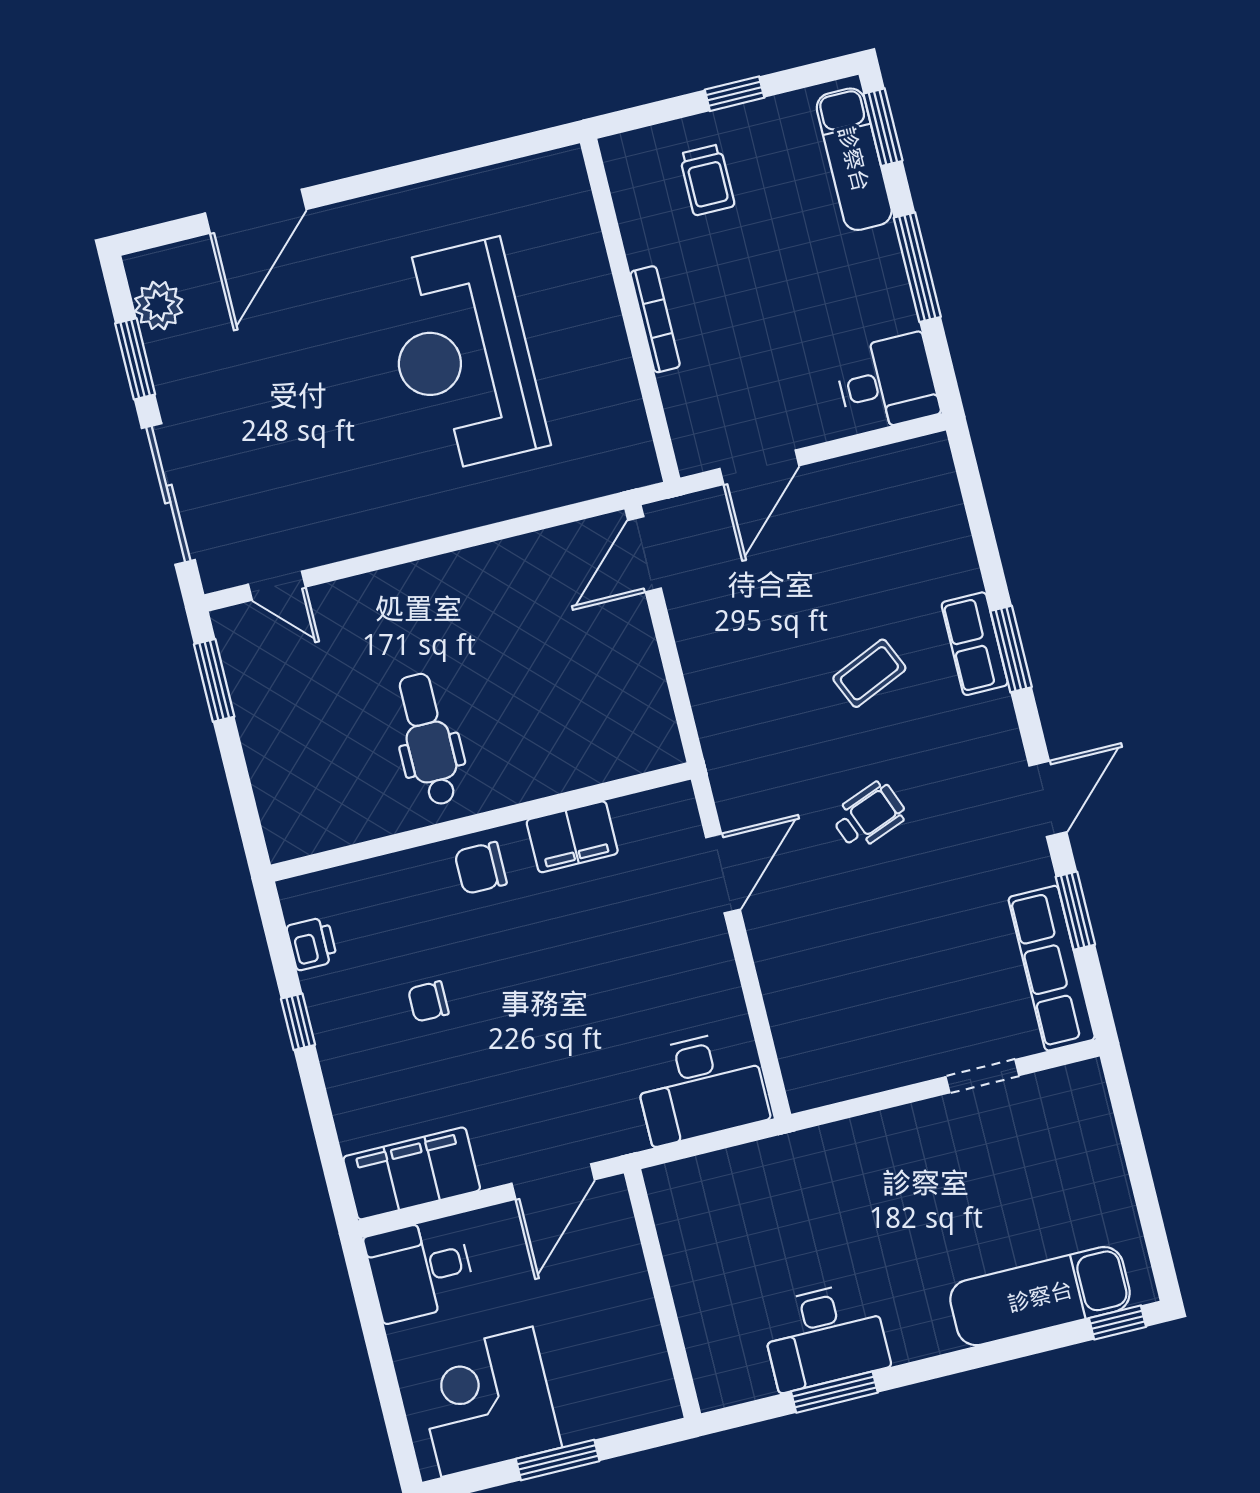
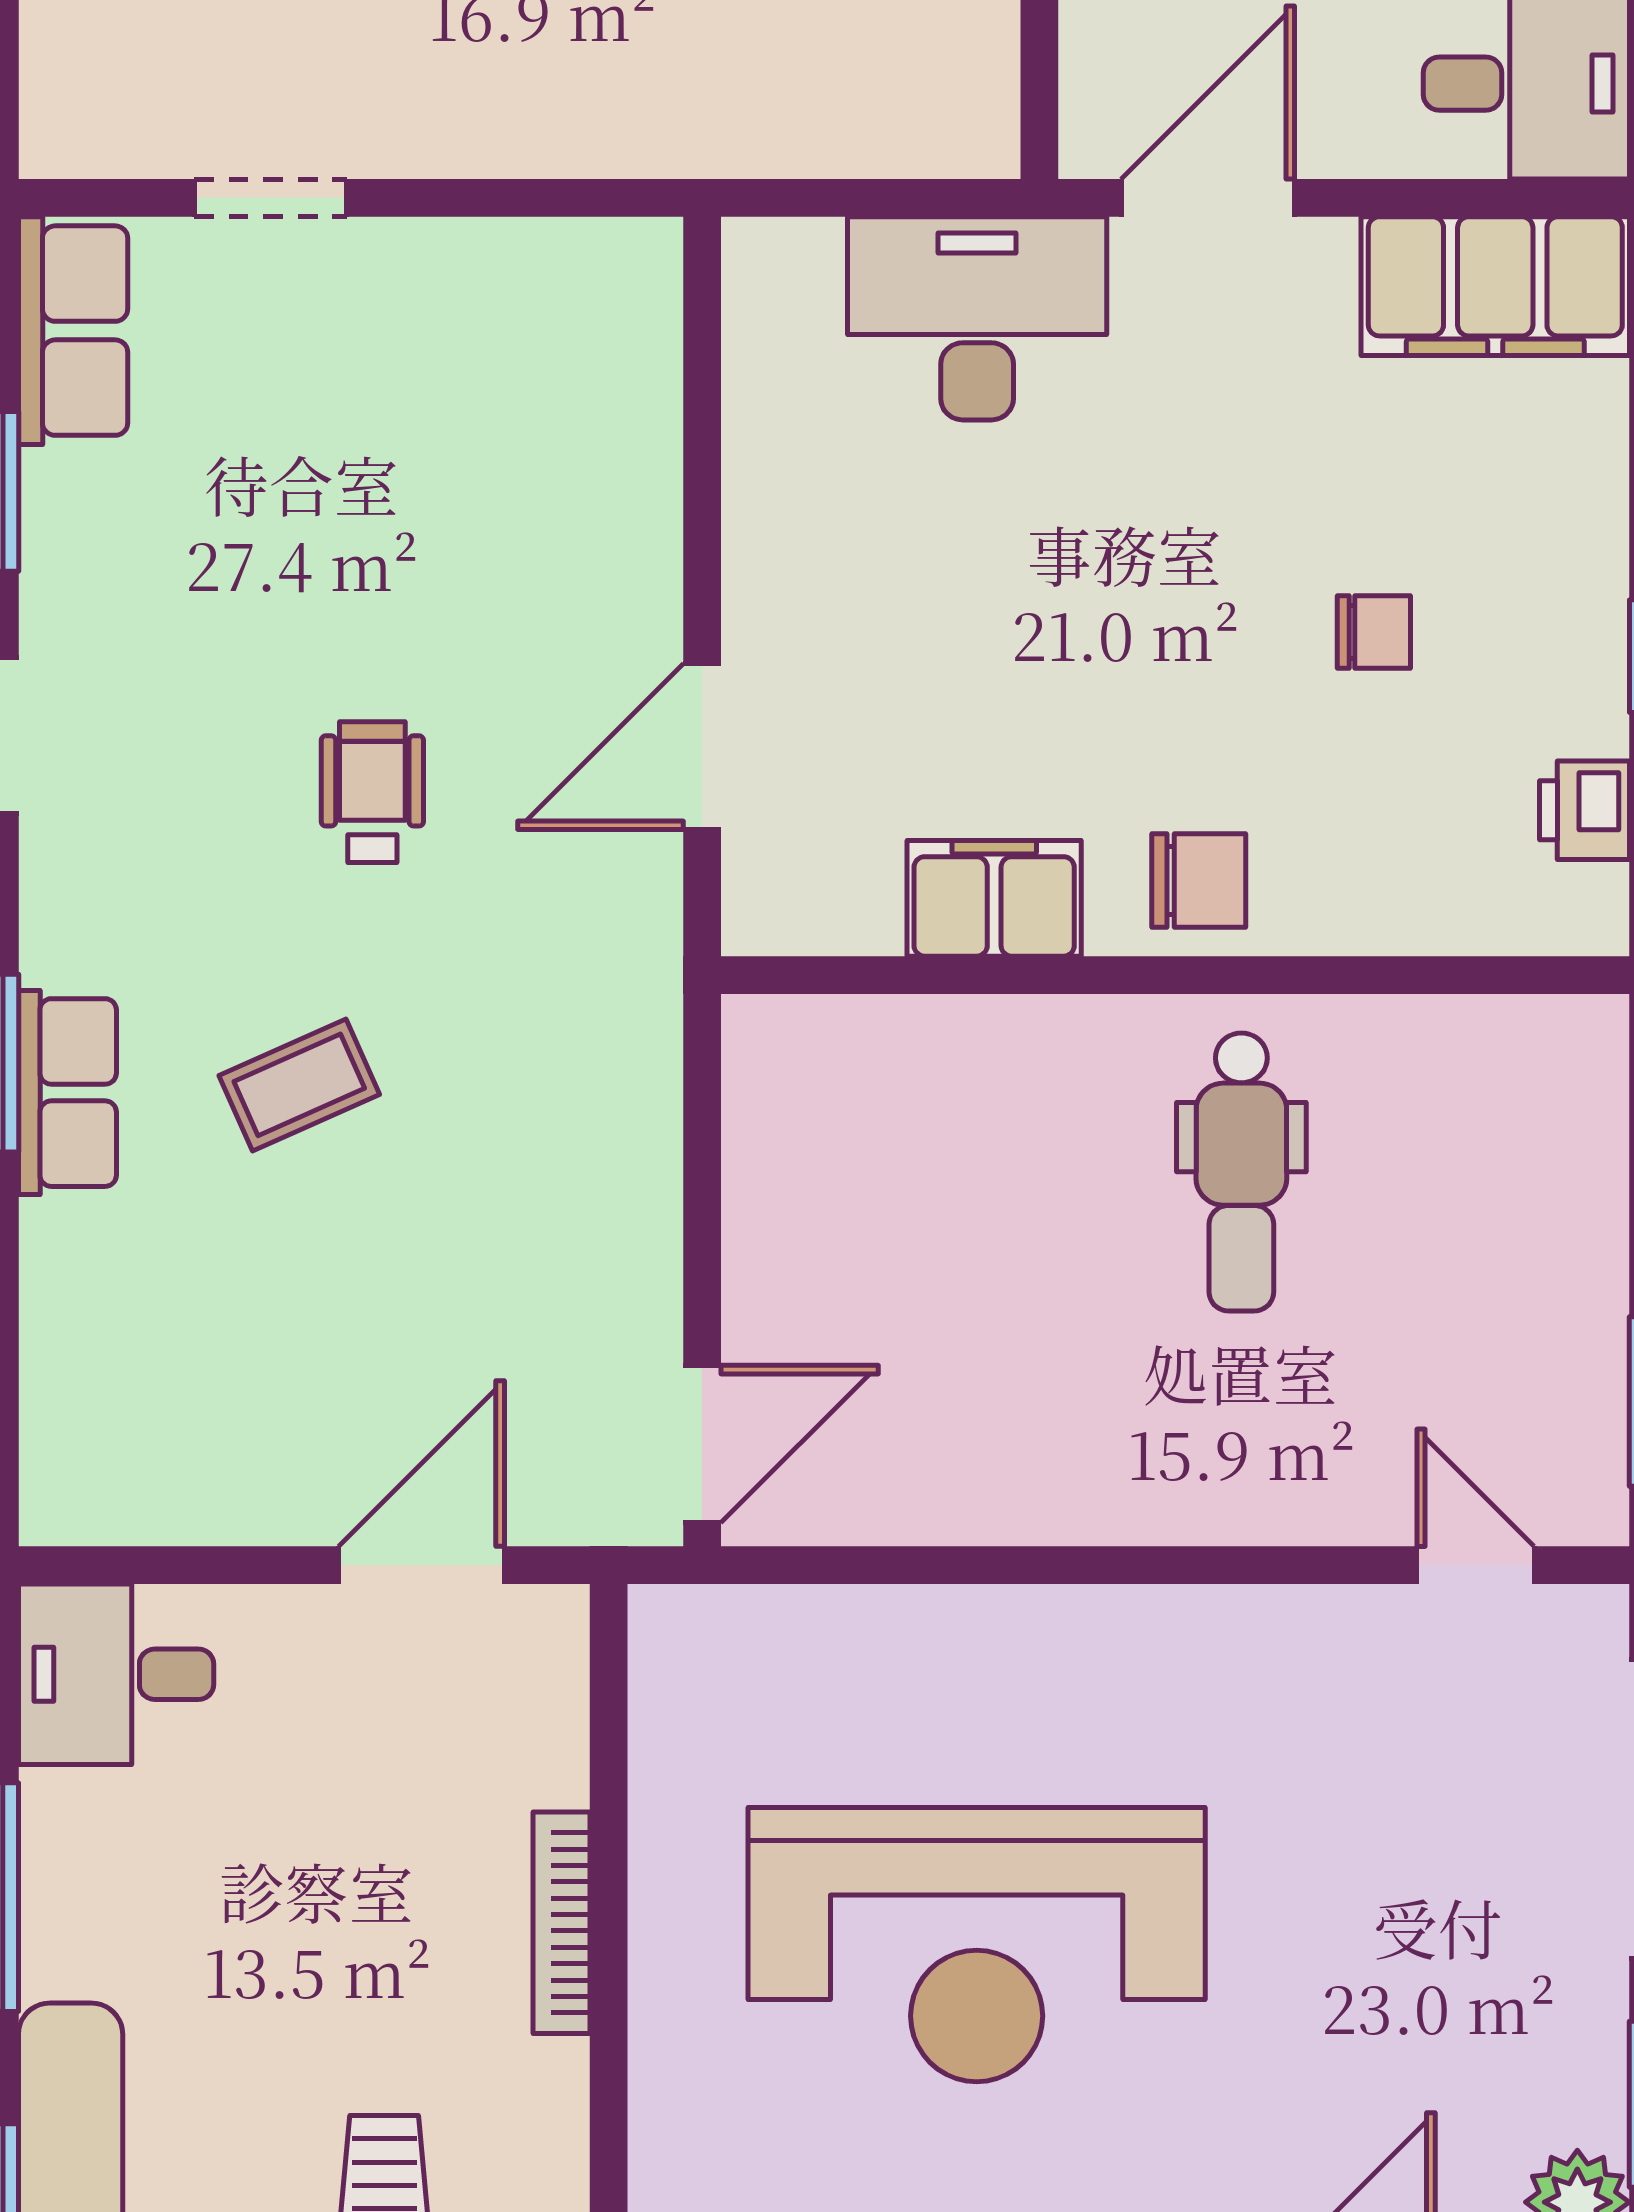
reception desk: (463, 356) -> (977, 1945), turned 90
wheelchair: (869, 815) -> (372, 792), turned 111
row of seats: (1052, 968) -> (73, 331), width x0.68
desk: (701, 1087) -> (977, 318), moved

